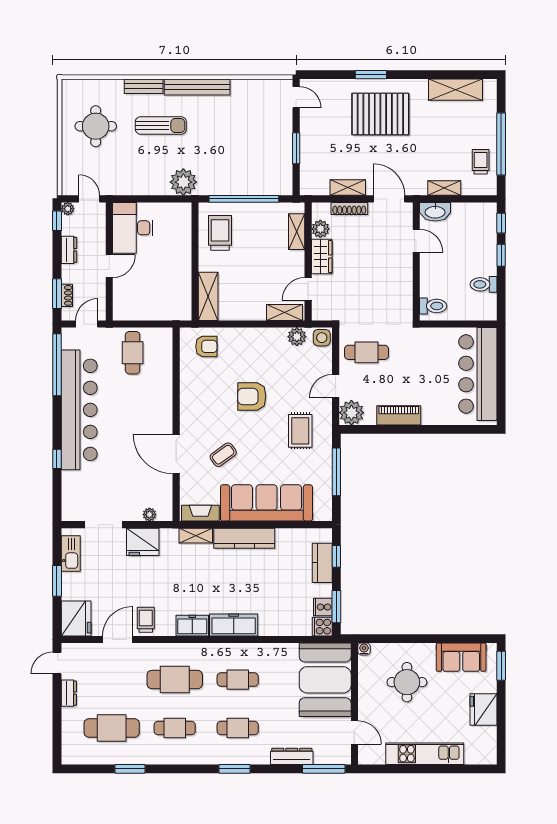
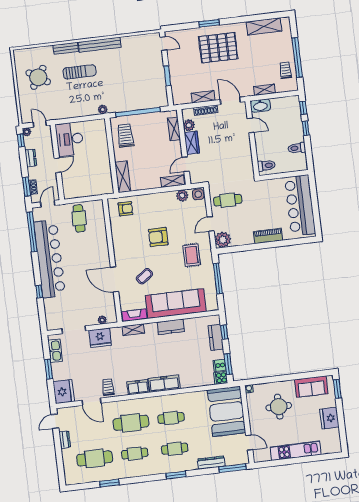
round table: (96, 126) -> (38, 77), turned 33
plant: (183, 182) -> (103, 110), width x0.53, depth x0.53
piano: (399, 415) -> (268, 236), moved
kitchen counter: (244, 538) -> (171, 327), width x0.67
door: (117, 639) -> (91, 402), swing flipped

